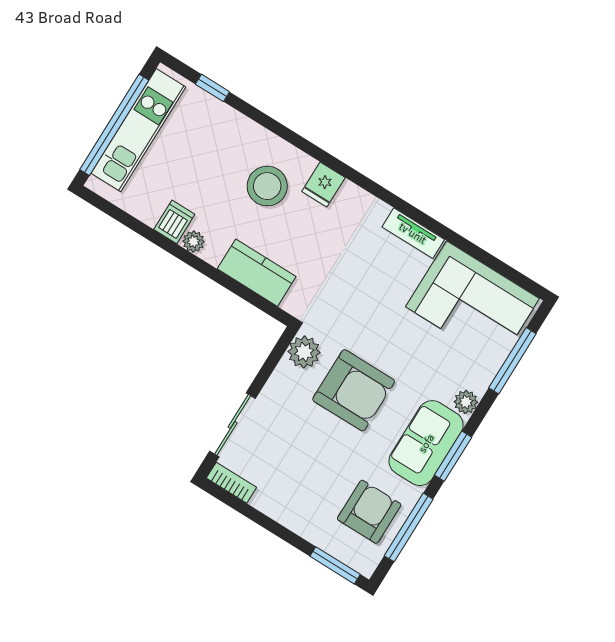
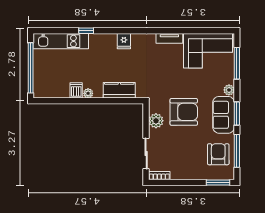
window: (212, 88) -> (86, 31), moved
kitchen unit: (138, 130) -> (61, 41), moved, turned 90
stool: (267, 186) -> (103, 55), removed
plant: (304, 352) -> (156, 121), moved

